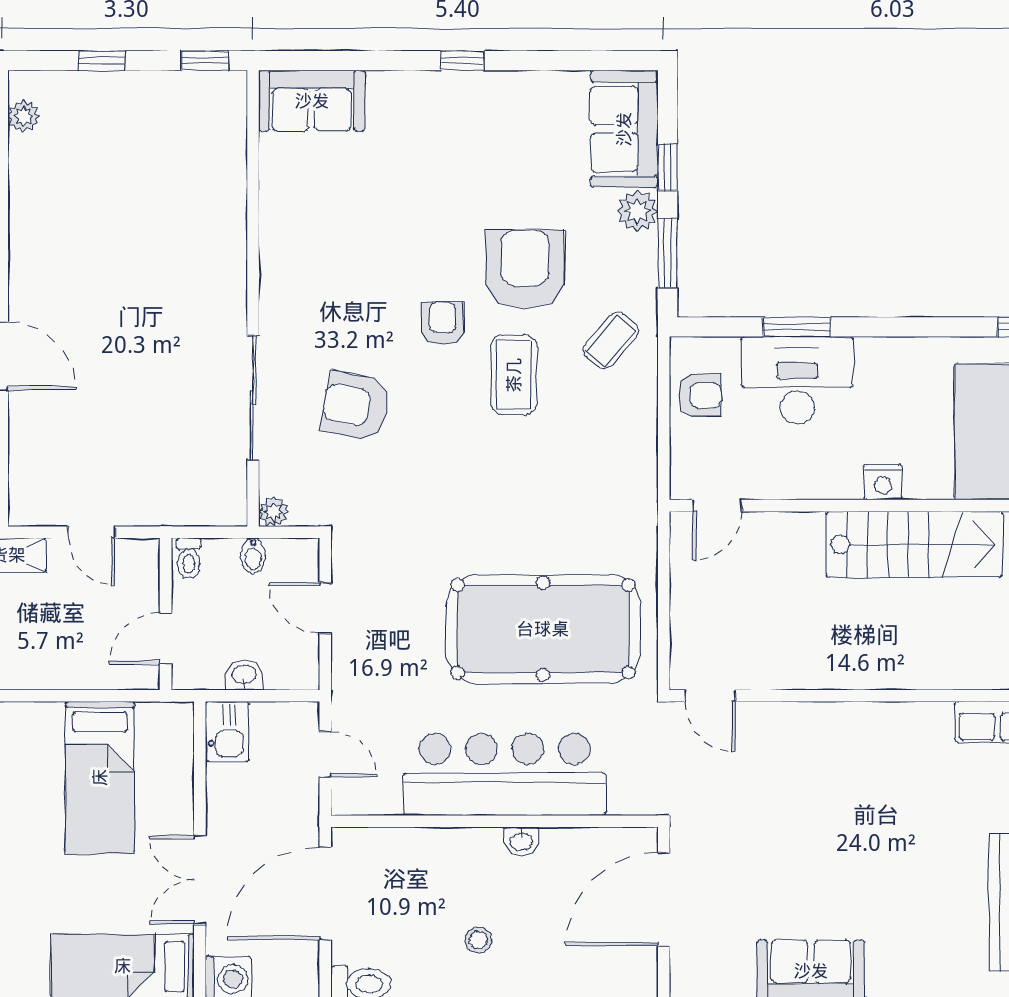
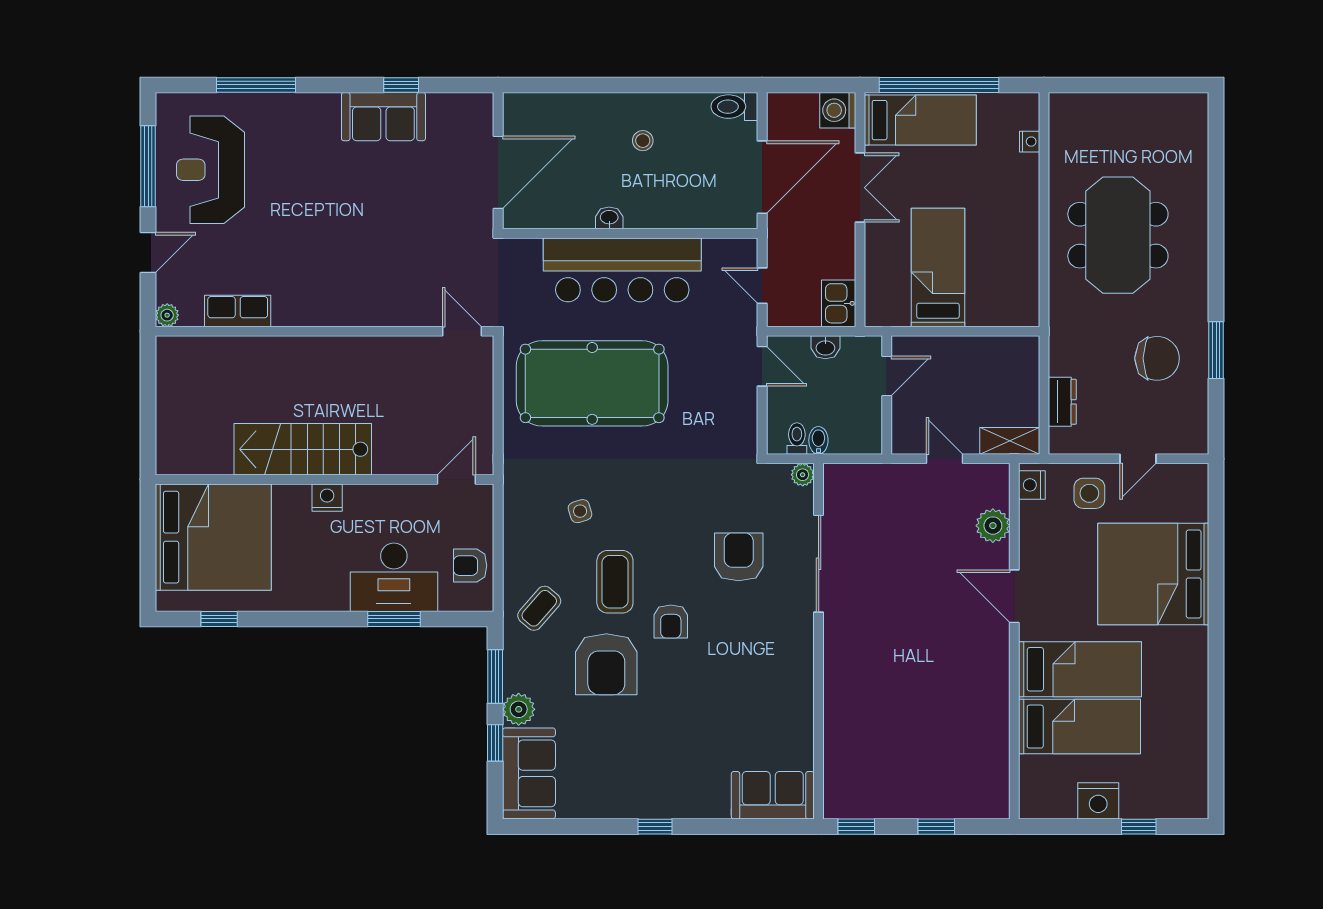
plant: (24, 116) -> (993, 526), moved, width x1.38, depth x1.38
armchair: (355, 406) -> (739, 557), turned -102
side table: (559, 465) -> (580, 511), added
toilet: (189, 558) -> (797, 439), moved
door: (325, 608) -> (762, 366), moved

